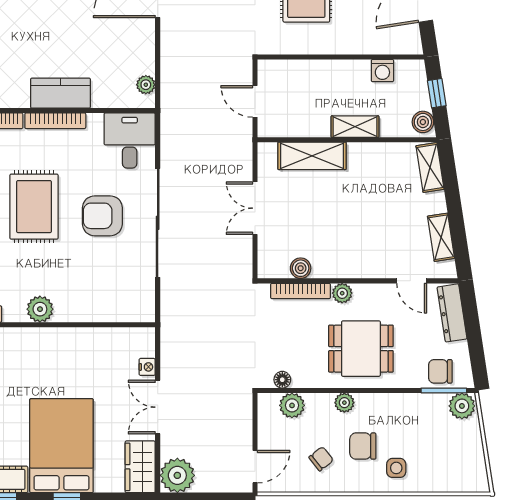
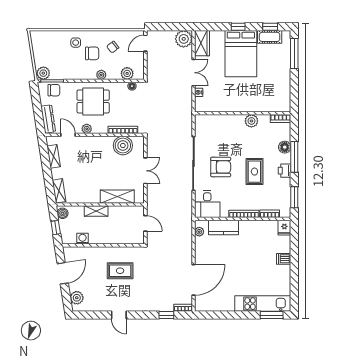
kitchen counter: (60, 93) -> (223, 228), moved
rug: (34, 207) -> (254, 172), width x0.73, depth x0.70
boiler: (301, 268) -> (123, 145), width x1.86, depth x1.86
plant: (342, 293) -> (87, 129), moved

